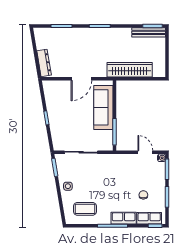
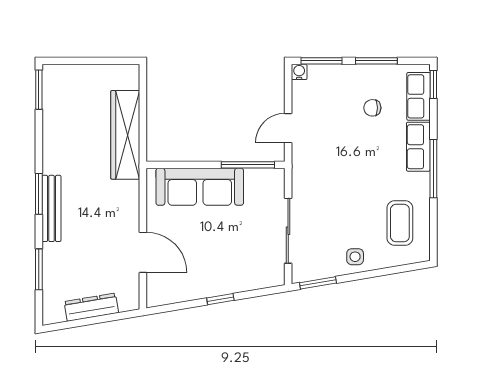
bench: (149, 32) -> (51, 208), moved
dresser: (44, 63) -> (91, 307), moved
door: (81, 79) -> (143, 252), moved
door: (145, 152) -> (288, 128), moved

